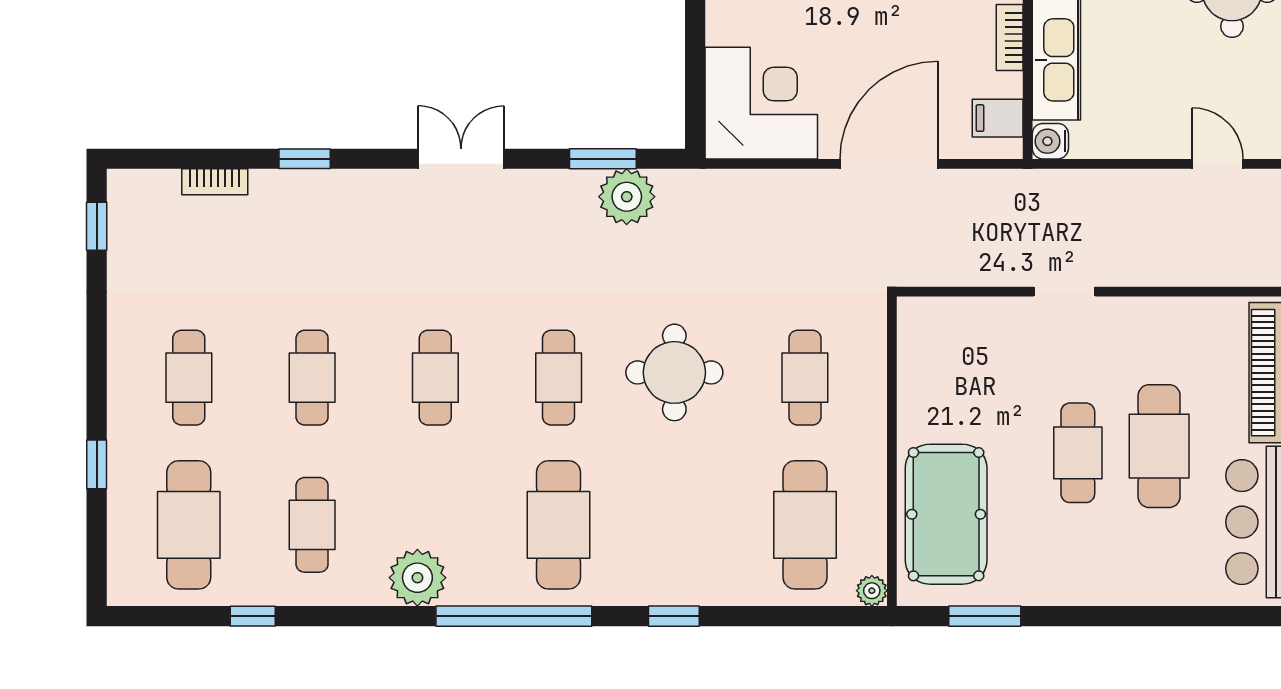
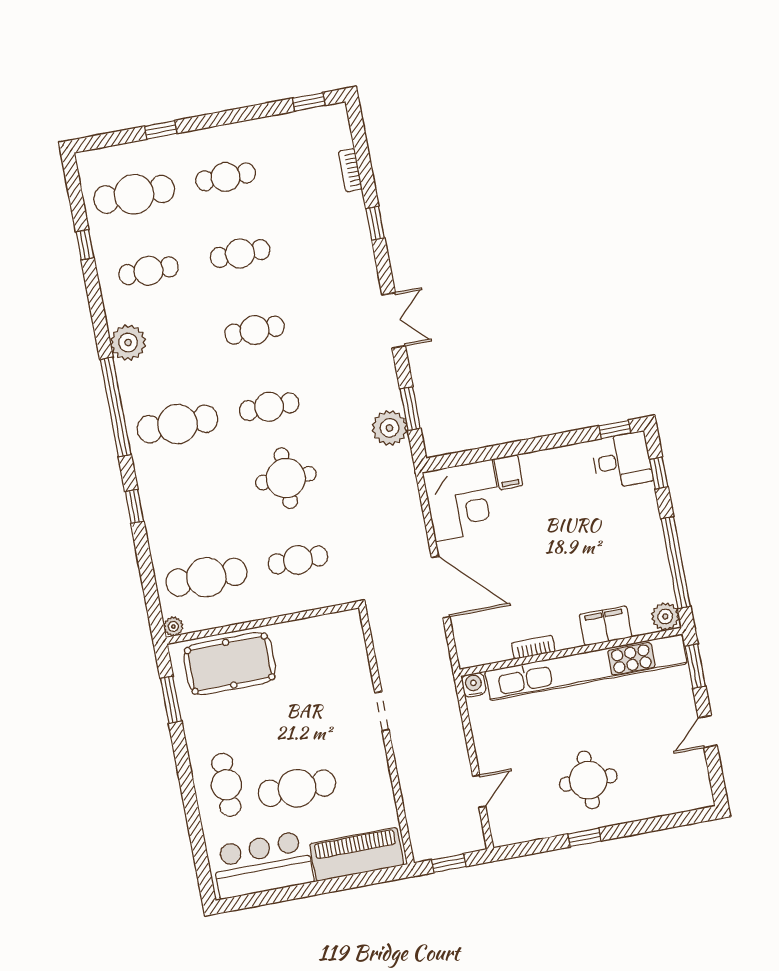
filing cabinet: (998, 118) -> (508, 472), moved, turned 180
cafe table: (1078, 453) -> (226, 785), moved, turned 90

